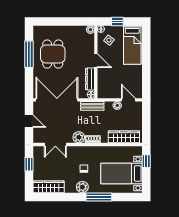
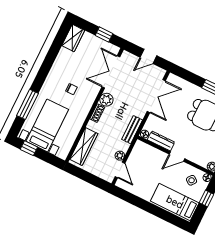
double door: (57, 100) -> (156, 96), width x0.73
door: (128, 100) -> (120, 170), hinge flipped
double door: (55, 145) -> (111, 72), width x1.37
window: (146, 161) -> (29, 148), moved
wardrobe: (49, 187) -> (73, 38), width x0.67
plant: (82, 187) -> (53, 78), removed
window: (99, 197) -> (27, 104), moved

